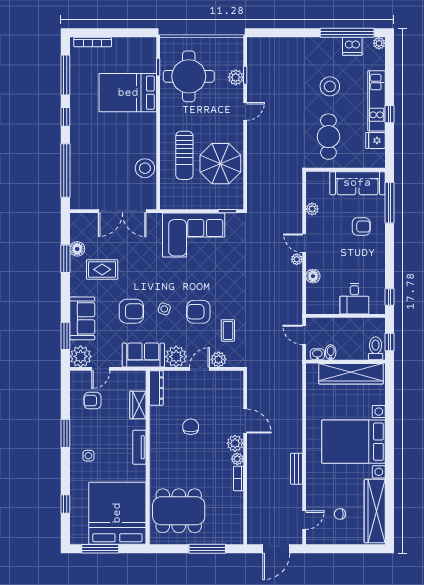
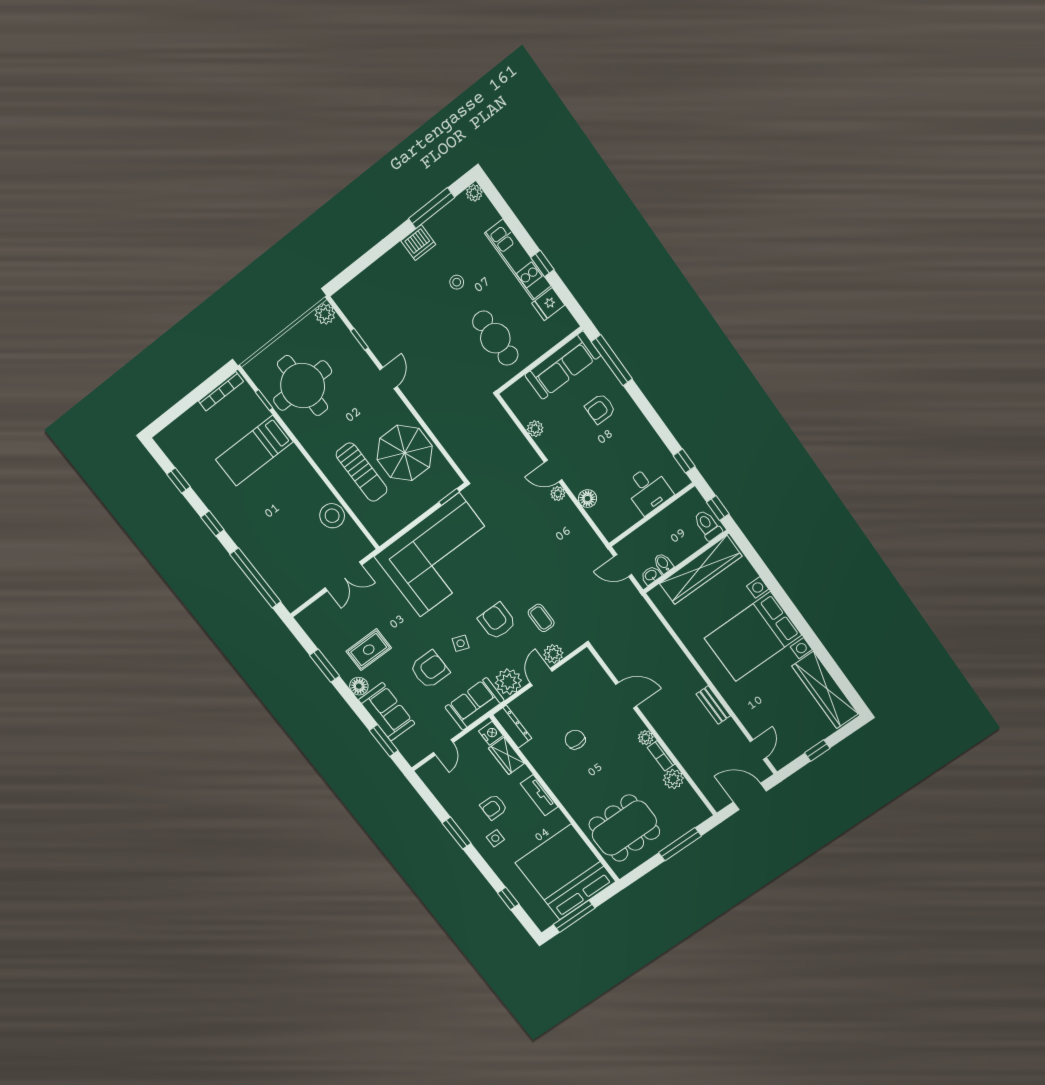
window: (347, 33) -> (432, 208), width x0.68
bookcase: (93, 42) -> (221, 391), moved
dishwasher: (352, 46) -> (418, 243), moved
window: (65, 75) -> (179, 480), width x0.46
plant: (236, 77) -> (325, 314), moved
stool: (330, 86) -> (457, 282), width x0.53, depth x0.53
bed: (128, 93) -> (254, 451), width x0.67
double door: (122, 211) -> (343, 576), width x0.73
armchair: (361, 227) -> (600, 409), turned 180
corner sofa: (194, 235) -> (440, 555), width x1.36, depth x1.36
floor lamp: (77, 249) -> (359, 686), moved
armchair: (198, 312) -> (497, 621), turned 89
plant: (81, 356) -> (414, 750), removed
nightstand: (139, 382) -> (491, 733), added
armchair: (92, 401) -> (494, 807), moved
plant: (235, 443) -> (673, 779), moved
chair: (340, 514) -> (791, 718), removed
door: (276, 549) -> (750, 796), swing flipped
window: (342, 549) -> (817, 751), added

